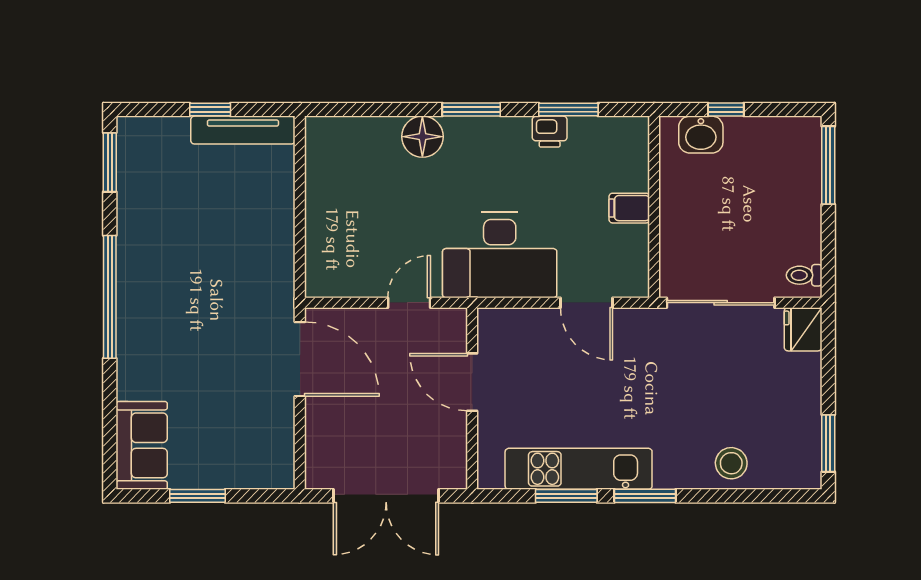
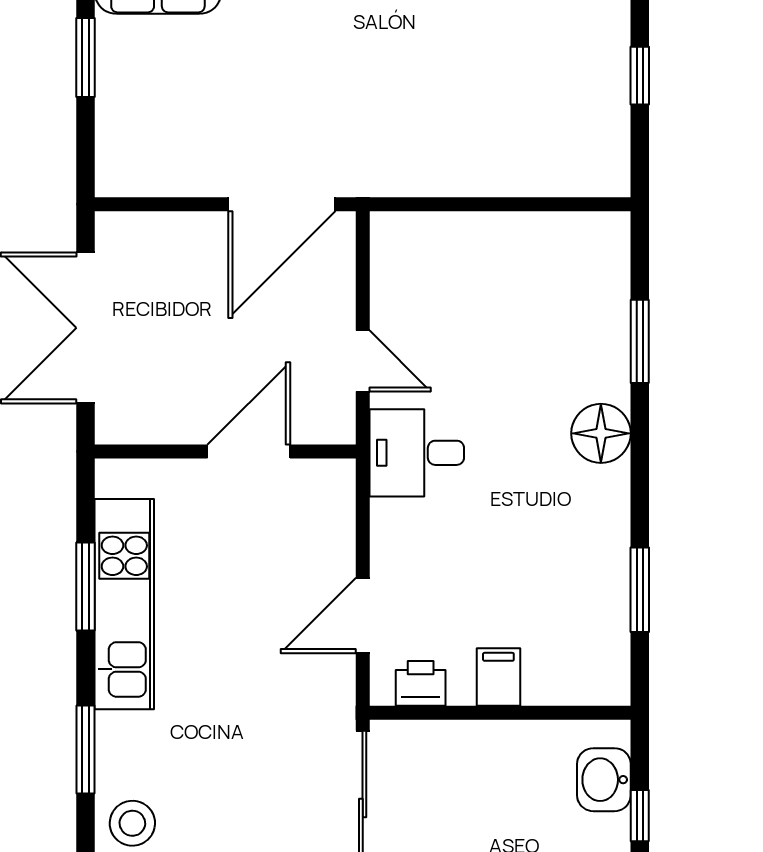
window: (471, 110) -> (640, 341), moved
tv unit: (243, 130) -> (610, 123), removed
printer: (550, 132) -> (421, 683), moved, turned 90
floor lamp: (422, 137) -> (601, 433), moved
desk: (500, 255) -> (417, 453), width x0.53, depth x0.77
window: (645, 496) -> (85, 749), moved

